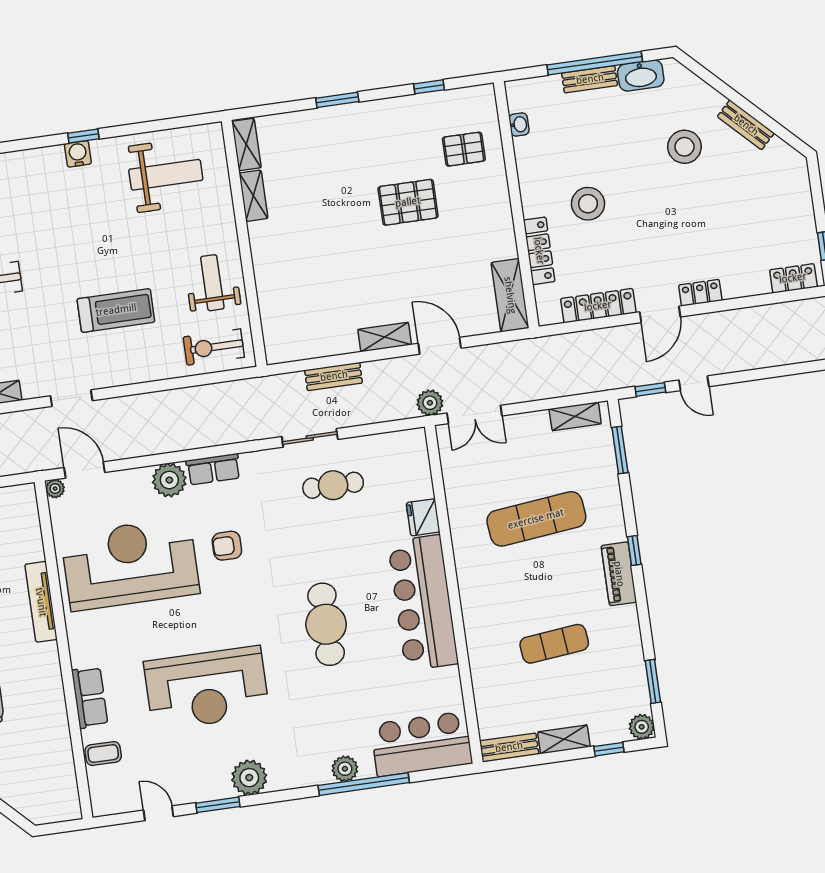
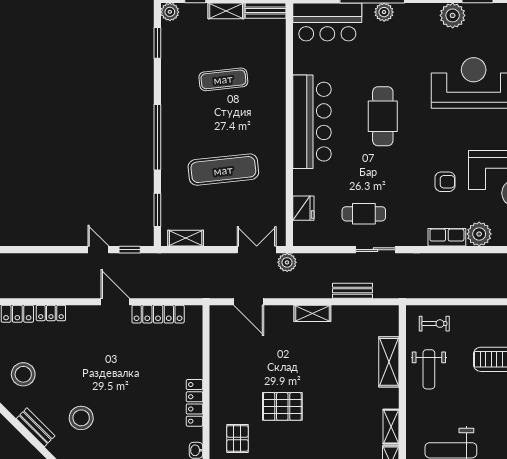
pallet: (464, 149) -> (237, 438), turned 90
stool: (588, 204) -> (23, 374), moved
locker: (539, 251) -> (194, 403), moved
locker: (700, 293) -> (51, 313), moved
shelving: (510, 295) -> (389, 362), moved
door: (660, 314) -> (115, 302), hinge flipped
door: (440, 346) -> (249, 302), moved
exercise bike: (214, 347) -> (434, 324), width x0.73, depth x0.72
fridge: (423, 517) -> (303, 208), moved
window: (634, 551) -> (157, 137), width x3.17
piano: (619, 574) -> (171, 122), removed

